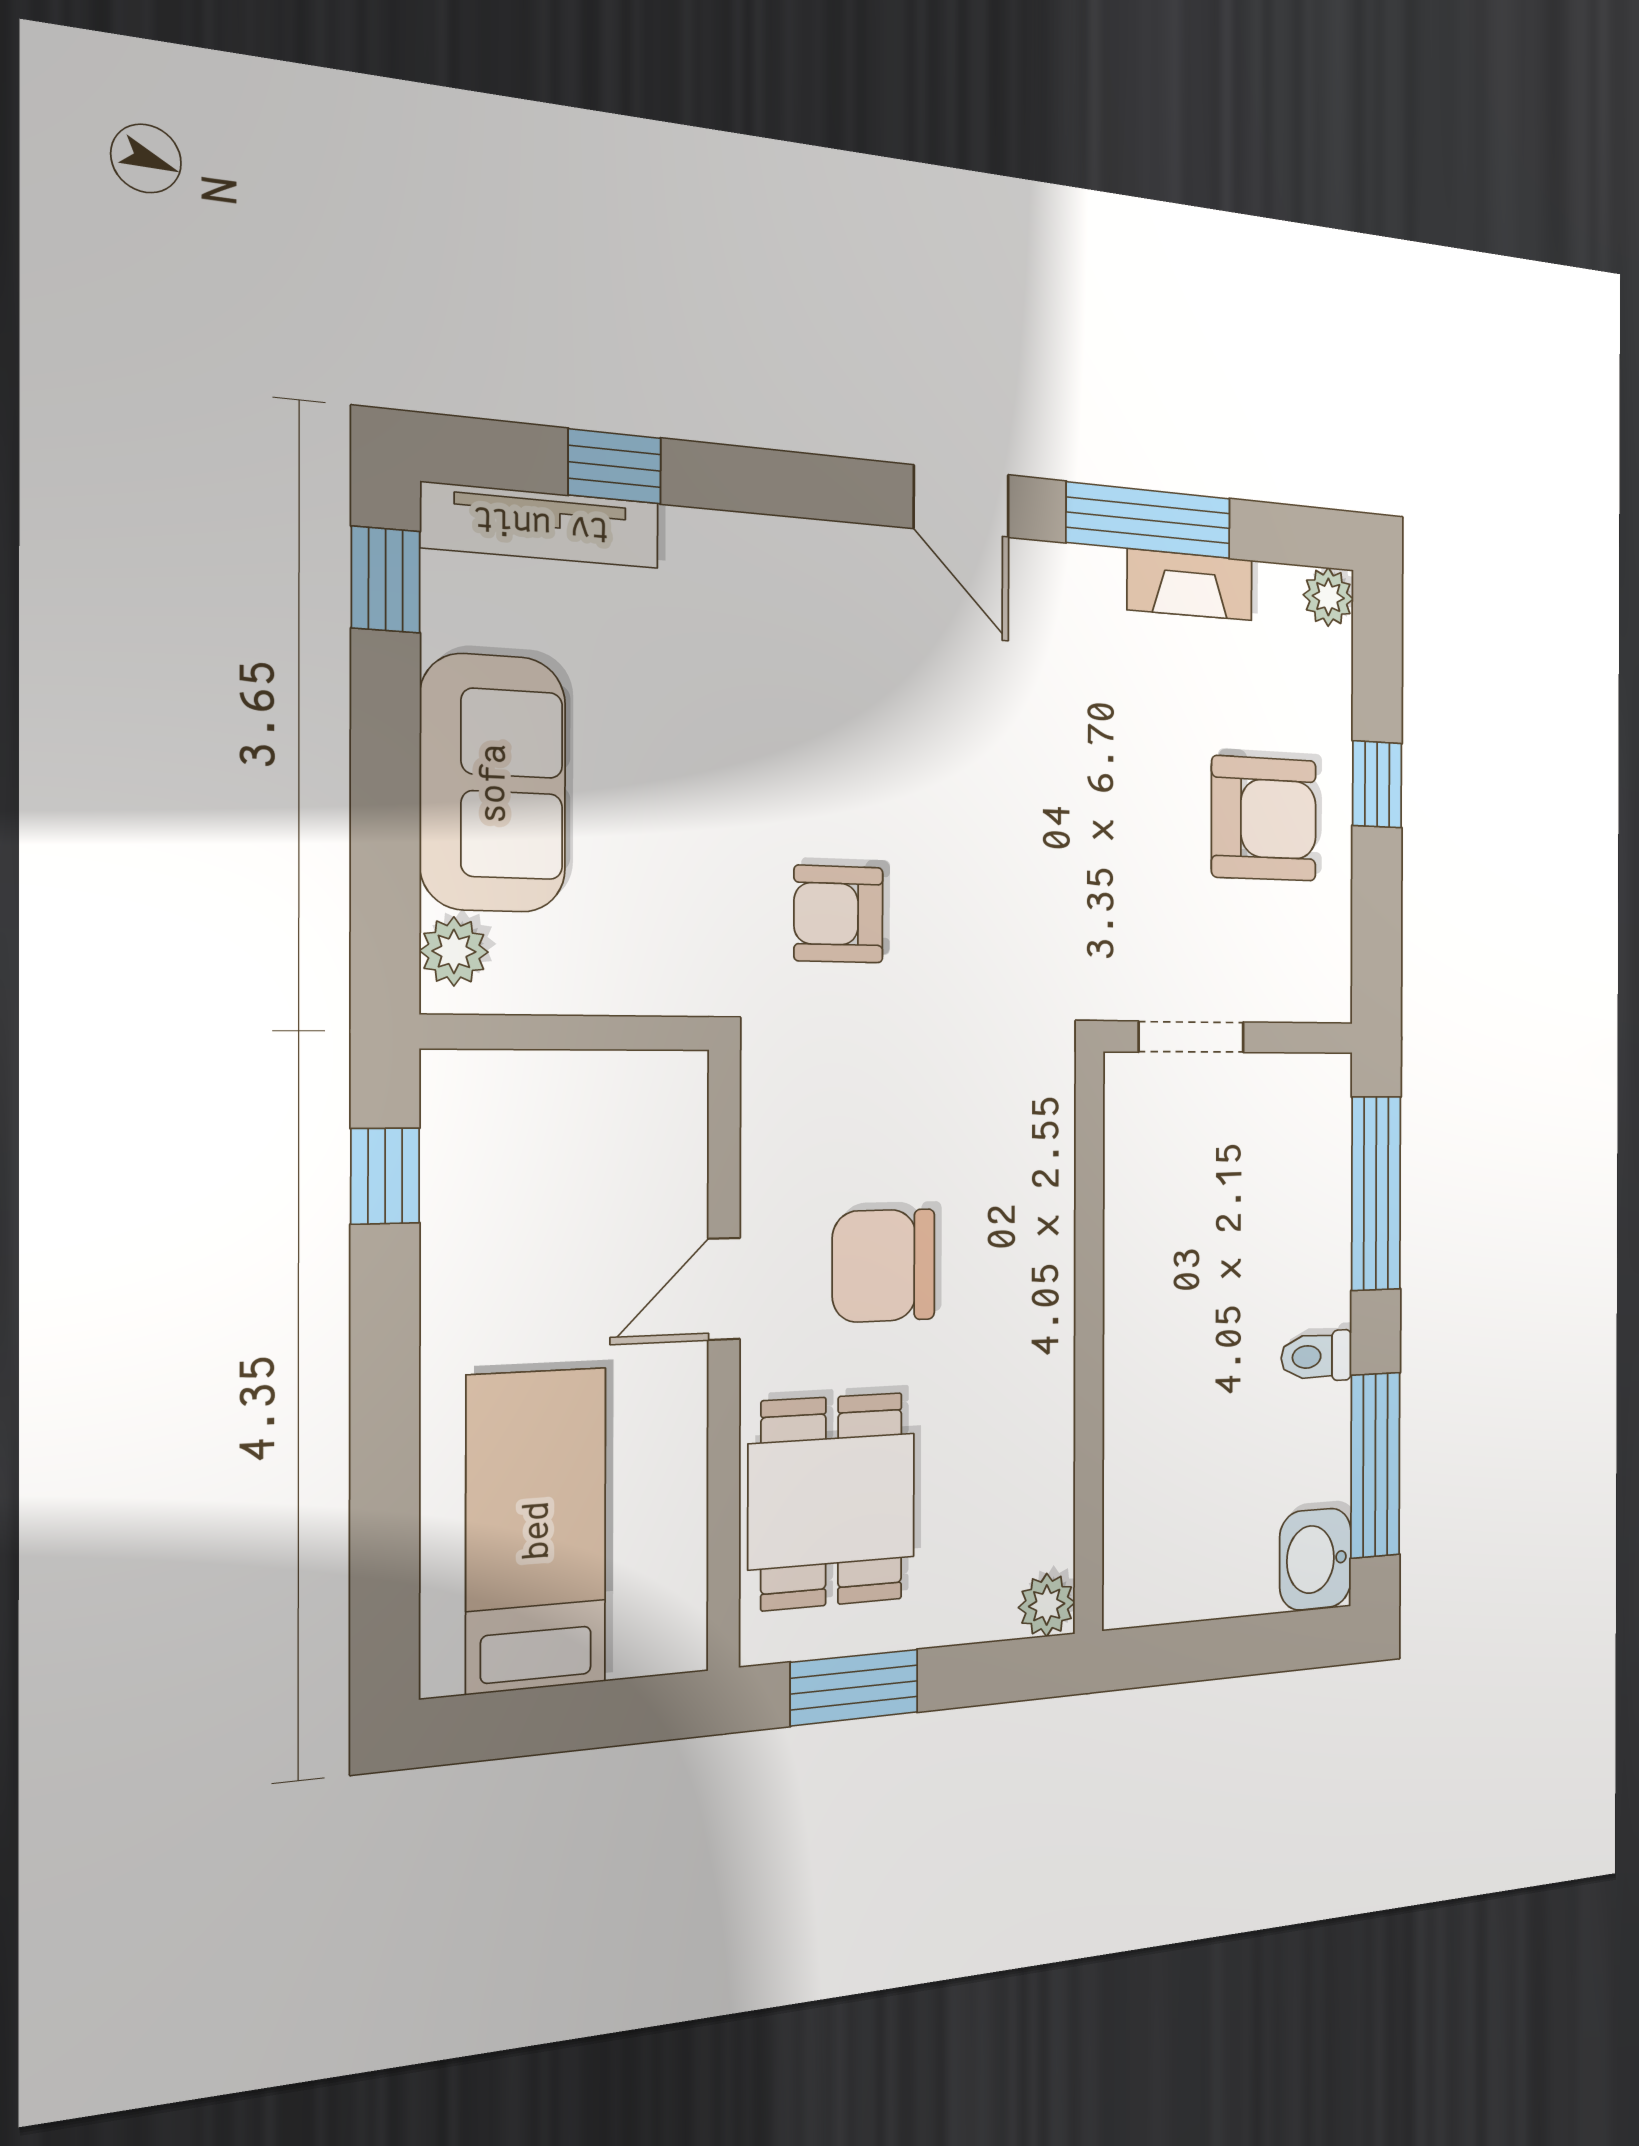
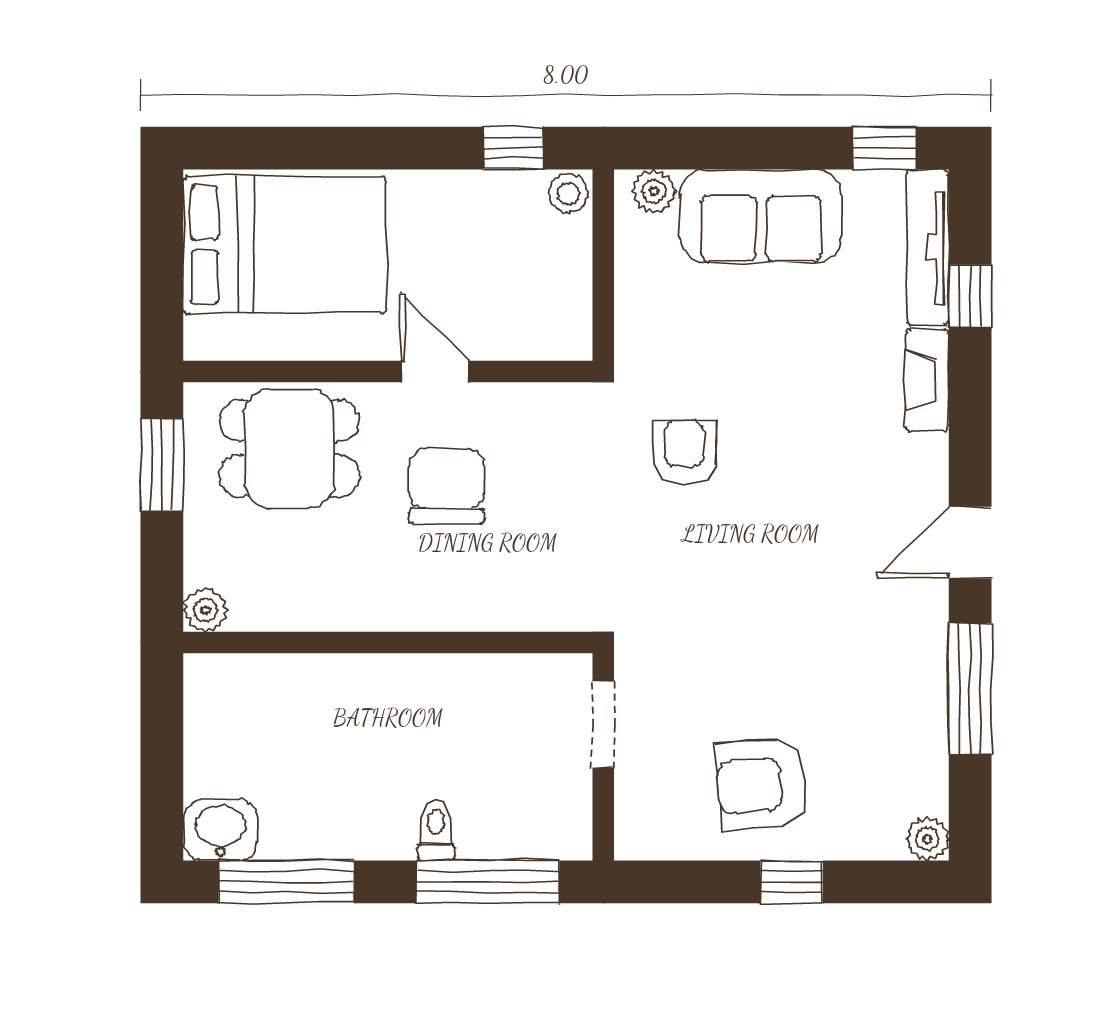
fireplace: (1190, 585) -> (927, 380), moved
armchair: (1264, 819) -> (762, 785), turned 85
stool: (457, 1087) -> (568, 193), added
toilet: (1316, 1356) -> (436, 830), moved
bed: (536, 1530) -> (285, 245), width x1.50

